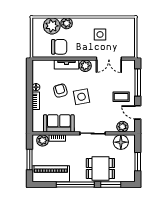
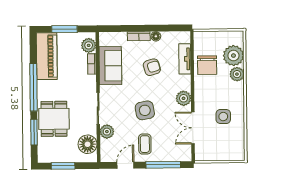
tv unit: (66, 64) -> (185, 59), moved
side table: (81, 97) -> (145, 110), moved
plant: (122, 127) -> (107, 132), moved

